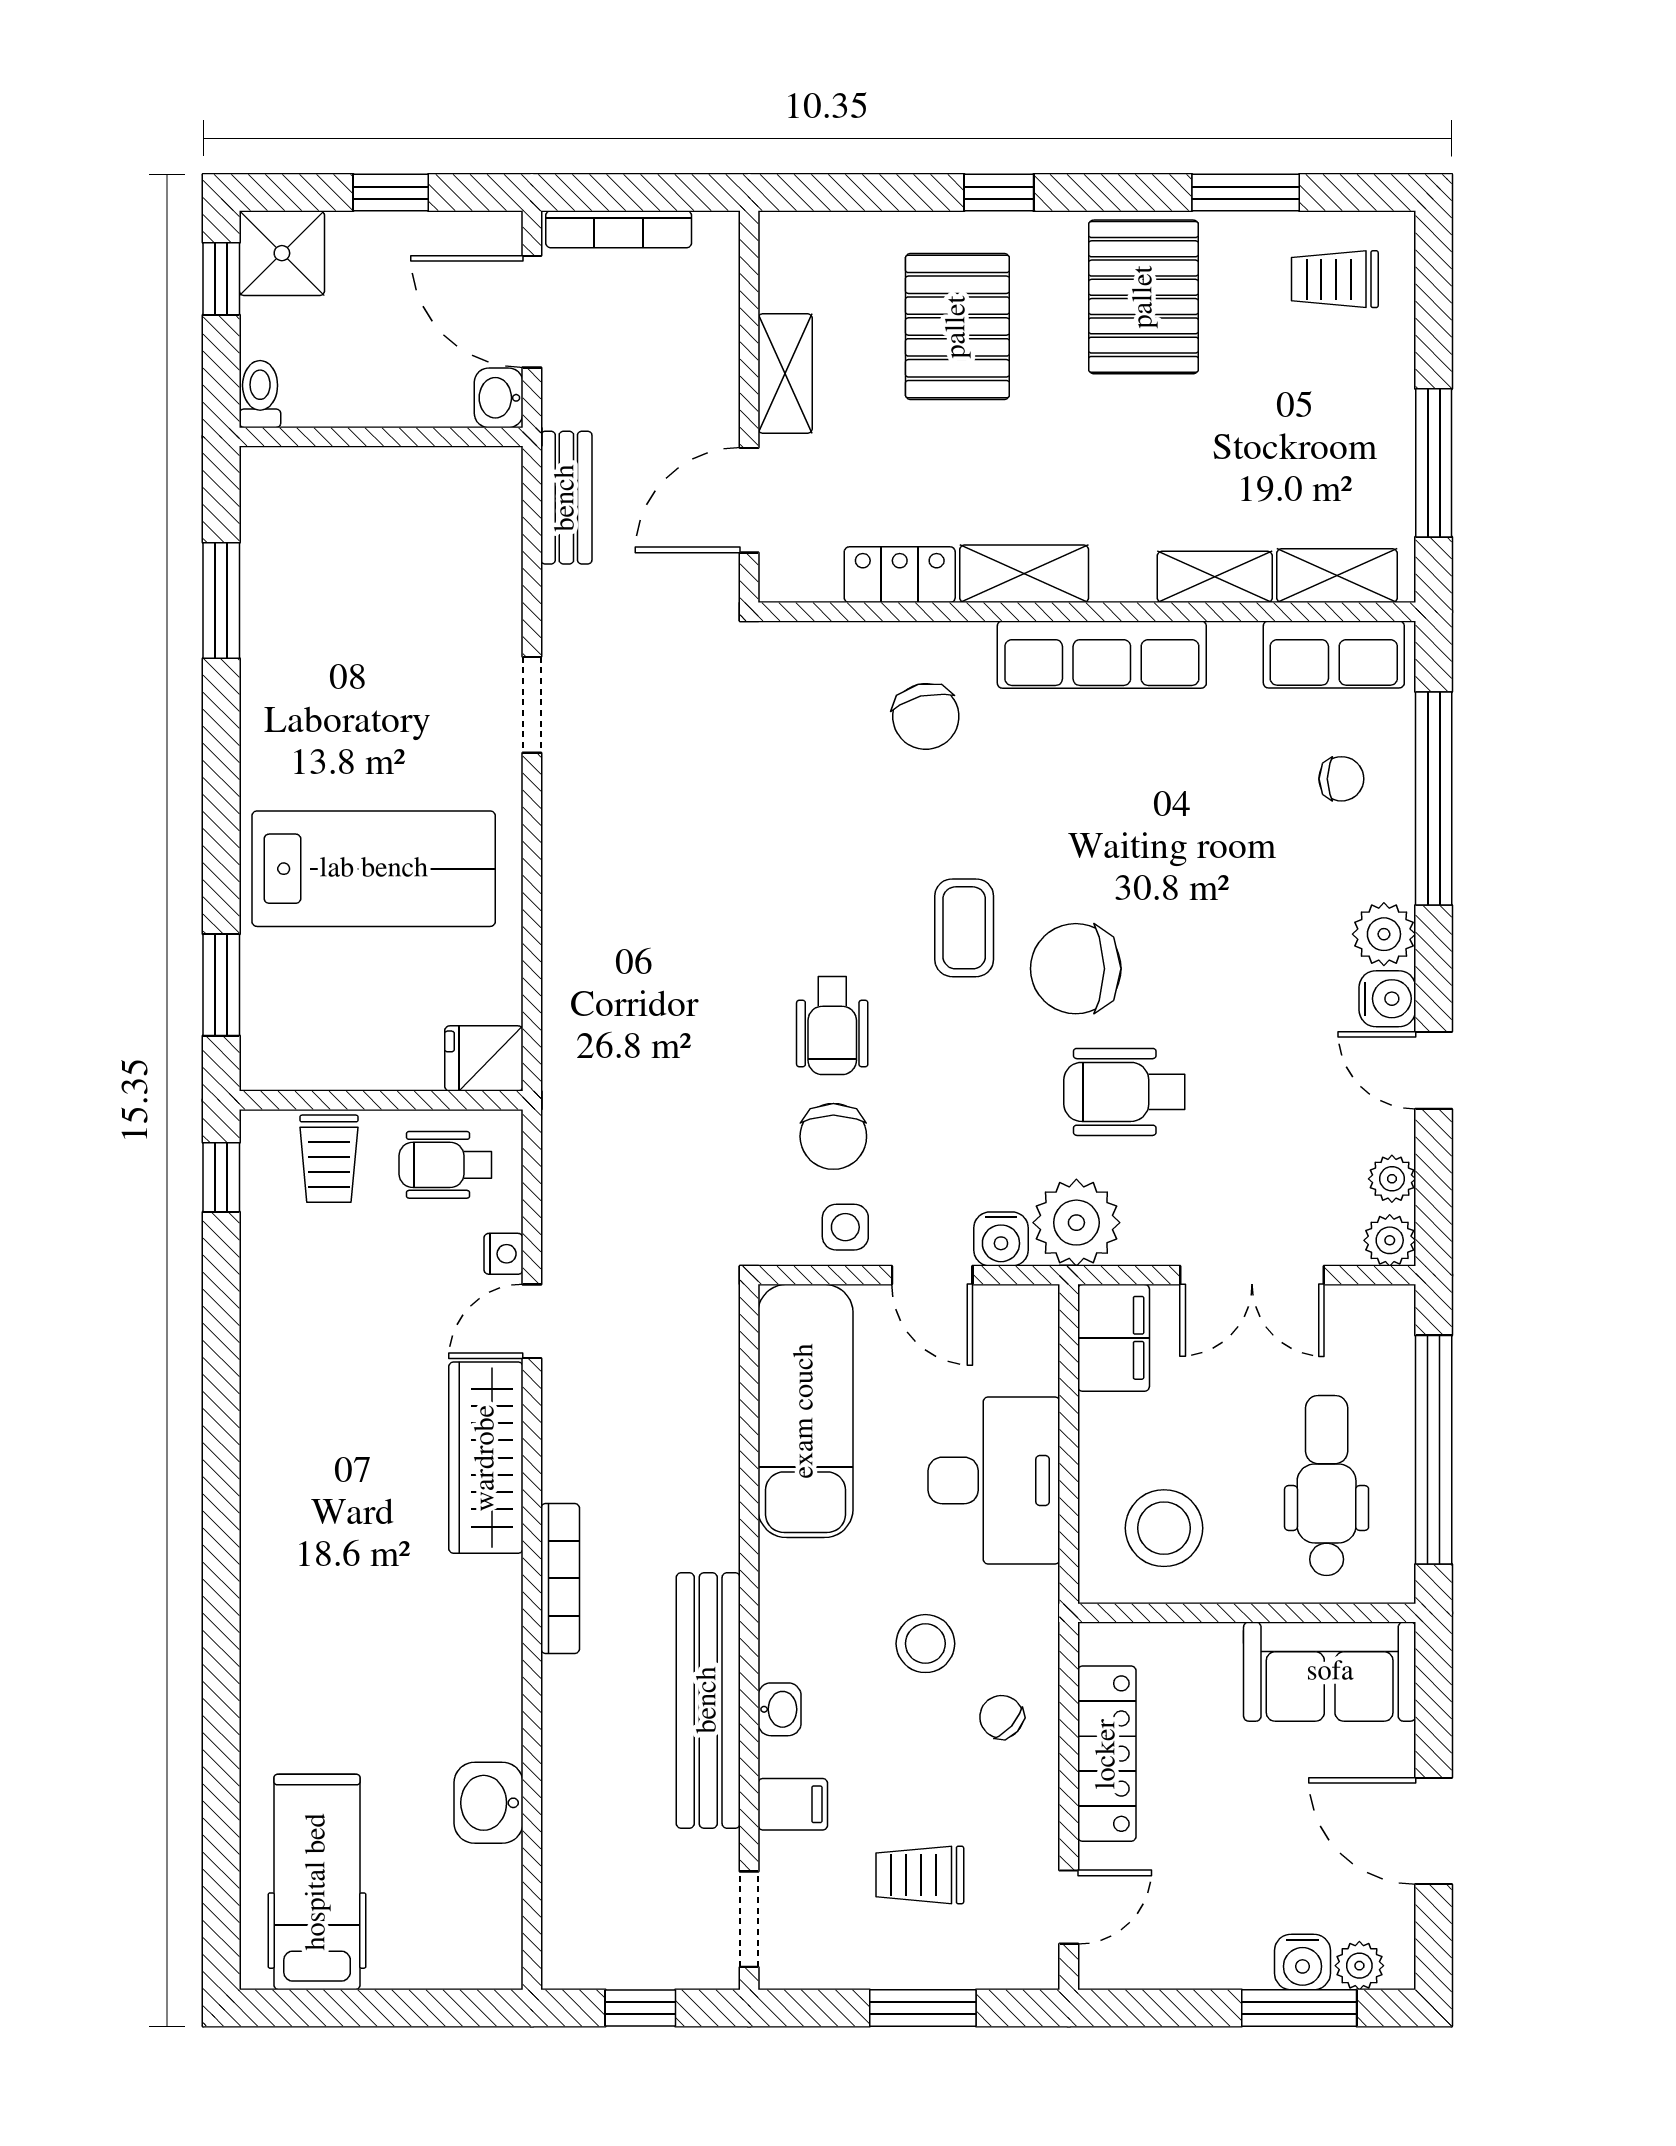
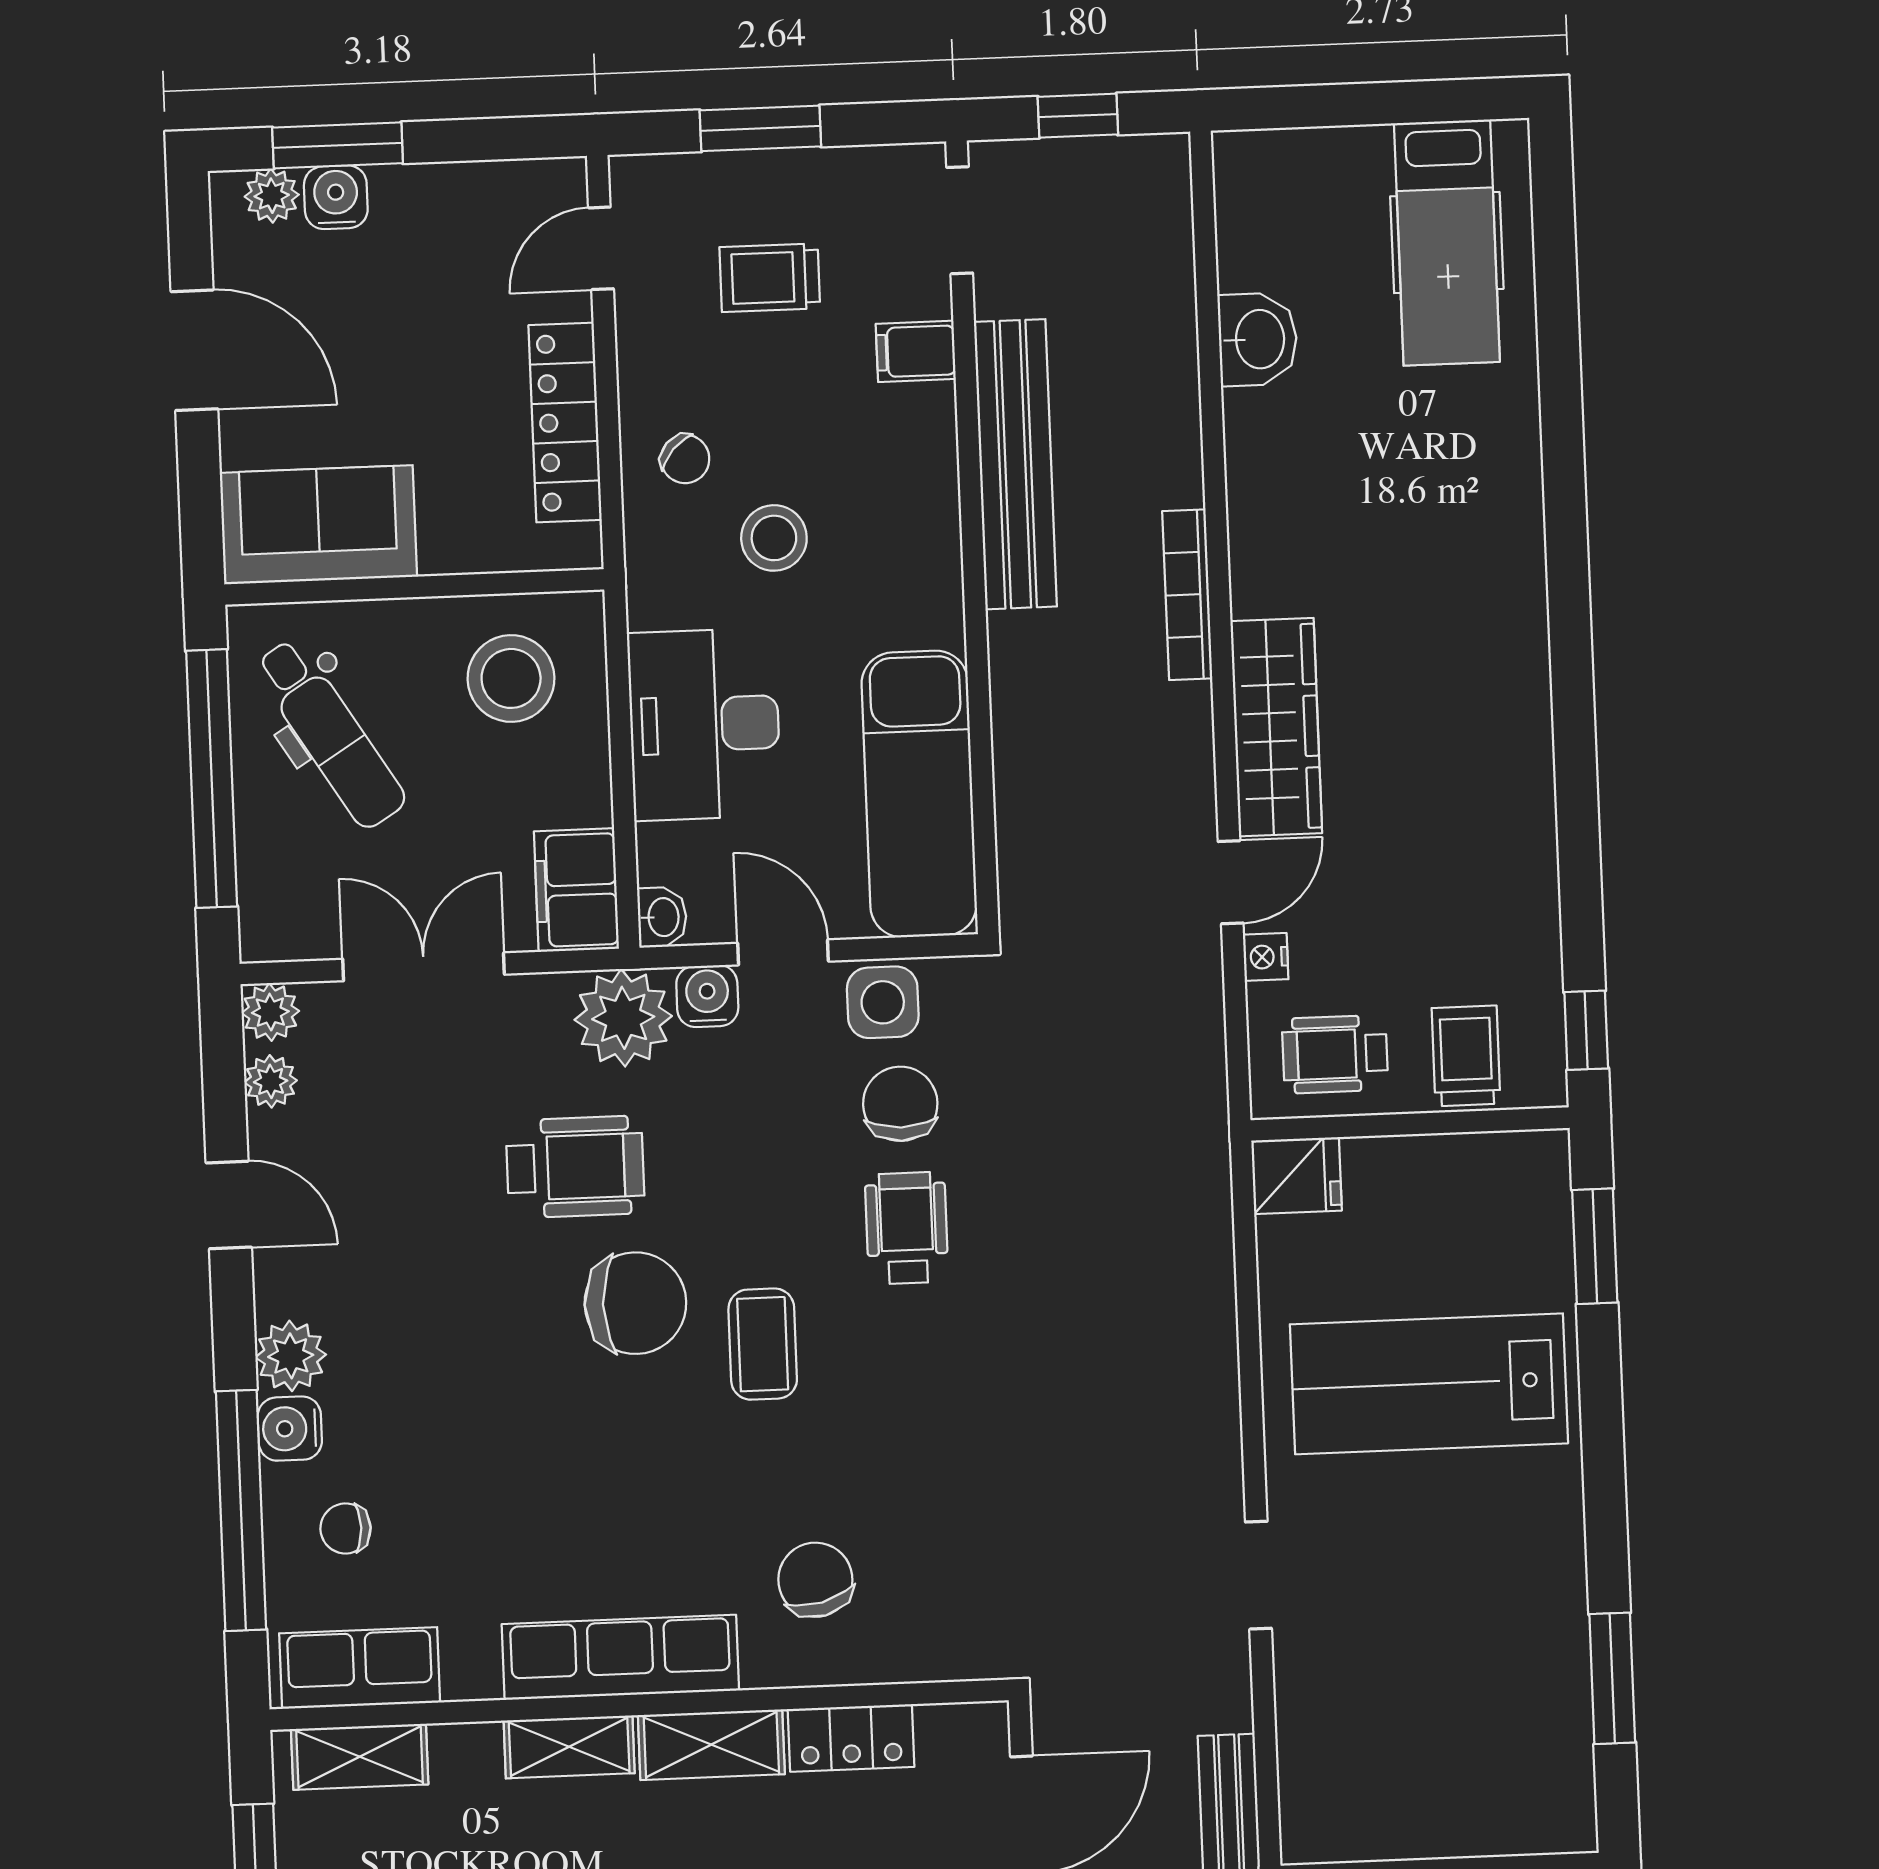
shelving: (1215, 577) -> (569, 1747), moved
water cooler: (1387, 999) -> (290, 1429), moved
wheelchair: (445, 1165) -> (1335, 1054), turned 180
side table: (845, 1227) -> (883, 1002), width x1.37, depth x1.37
dental chair: (1327, 1485) -> (330, 734), turned -32
washbasin: (780, 1709) -> (662, 917), moved, turned 180
trolley: (920, 1875) -> (770, 278), turned 180

